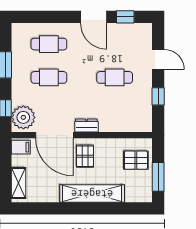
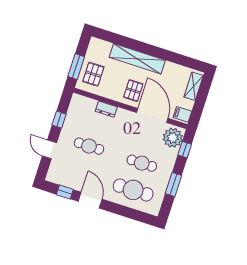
cafe table: (49, 44) -> (133, 190), width x1.37, depth x1.35
dresser: (86, 125) -> (106, 109), moved
pallet: (136, 160) -> (93, 74), turned 90
window: (158, 177) -> (76, 67), moved

